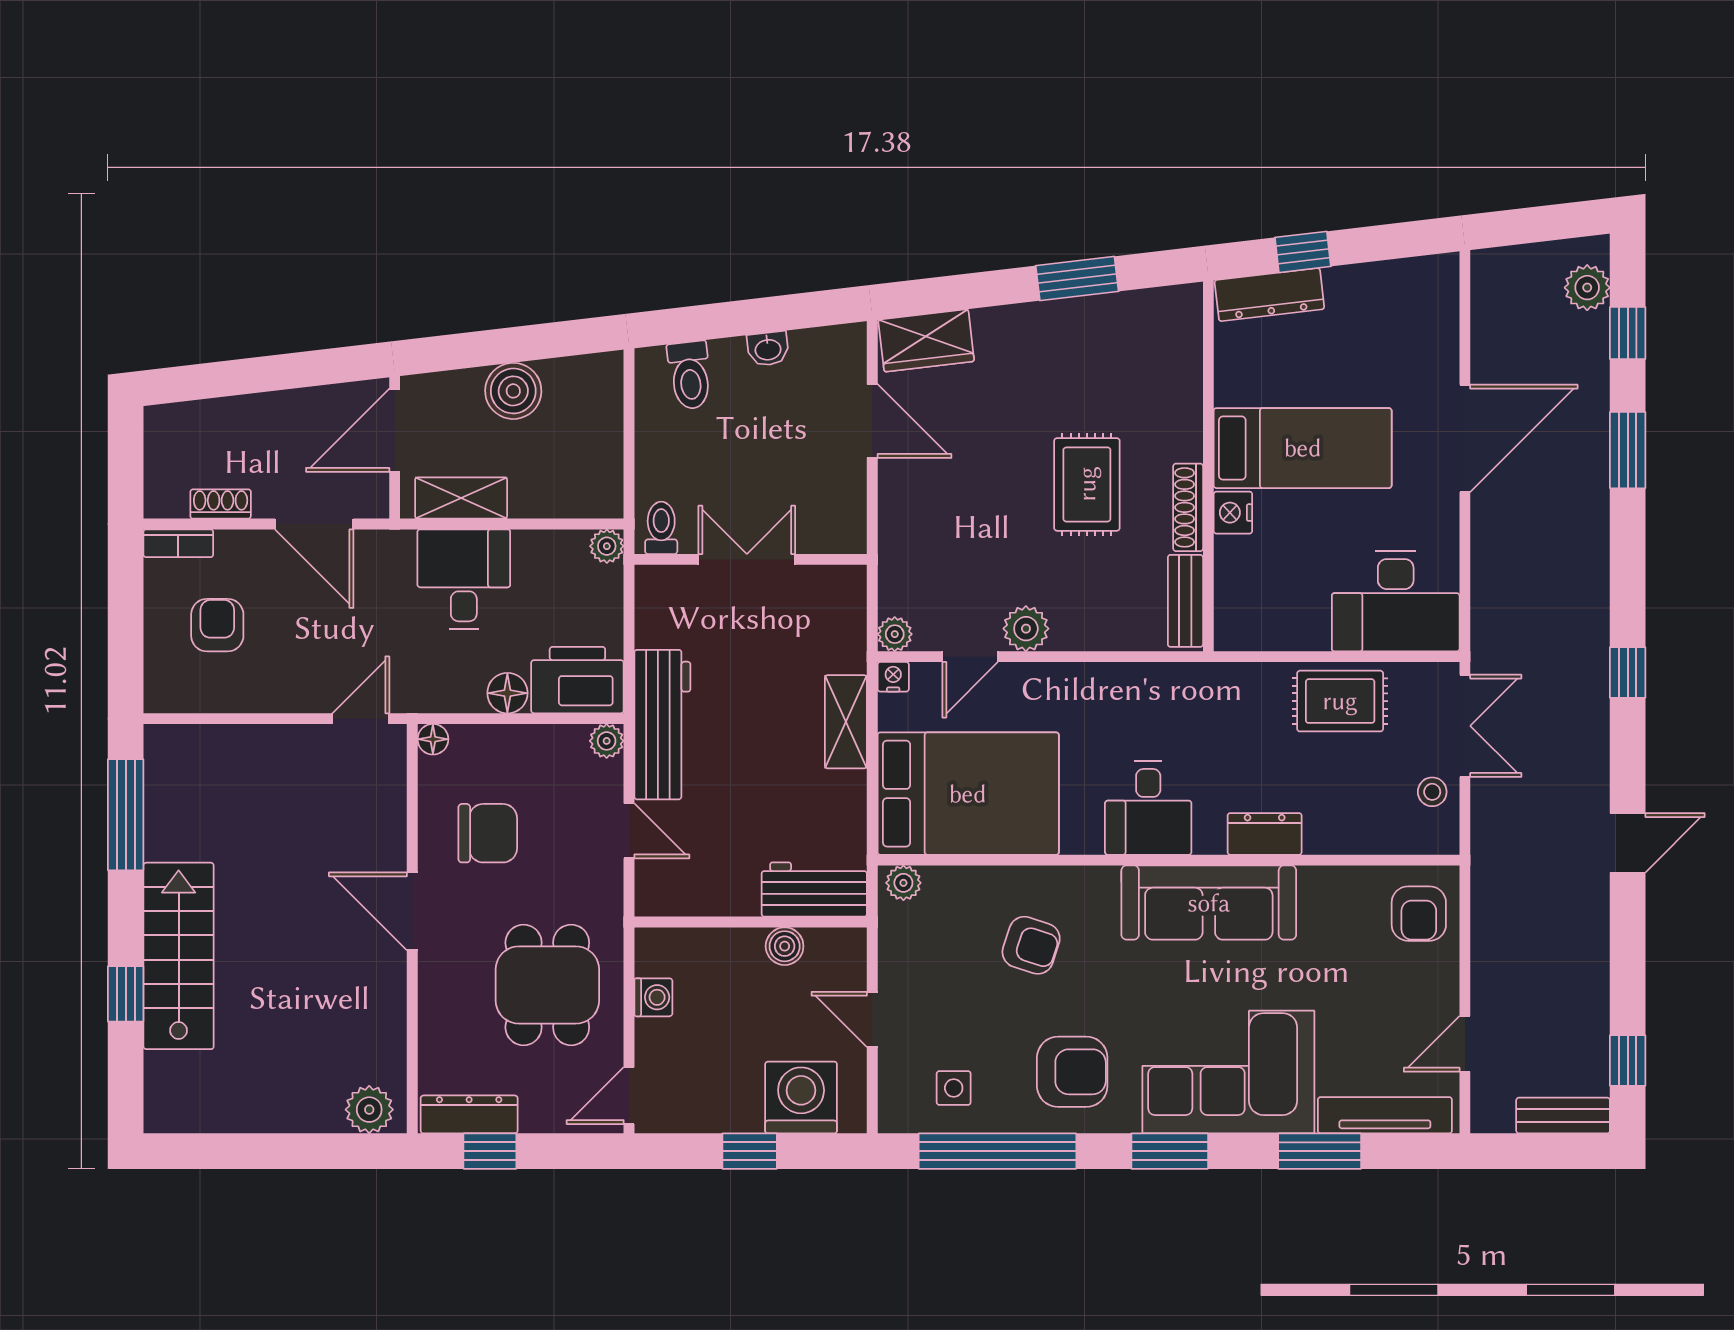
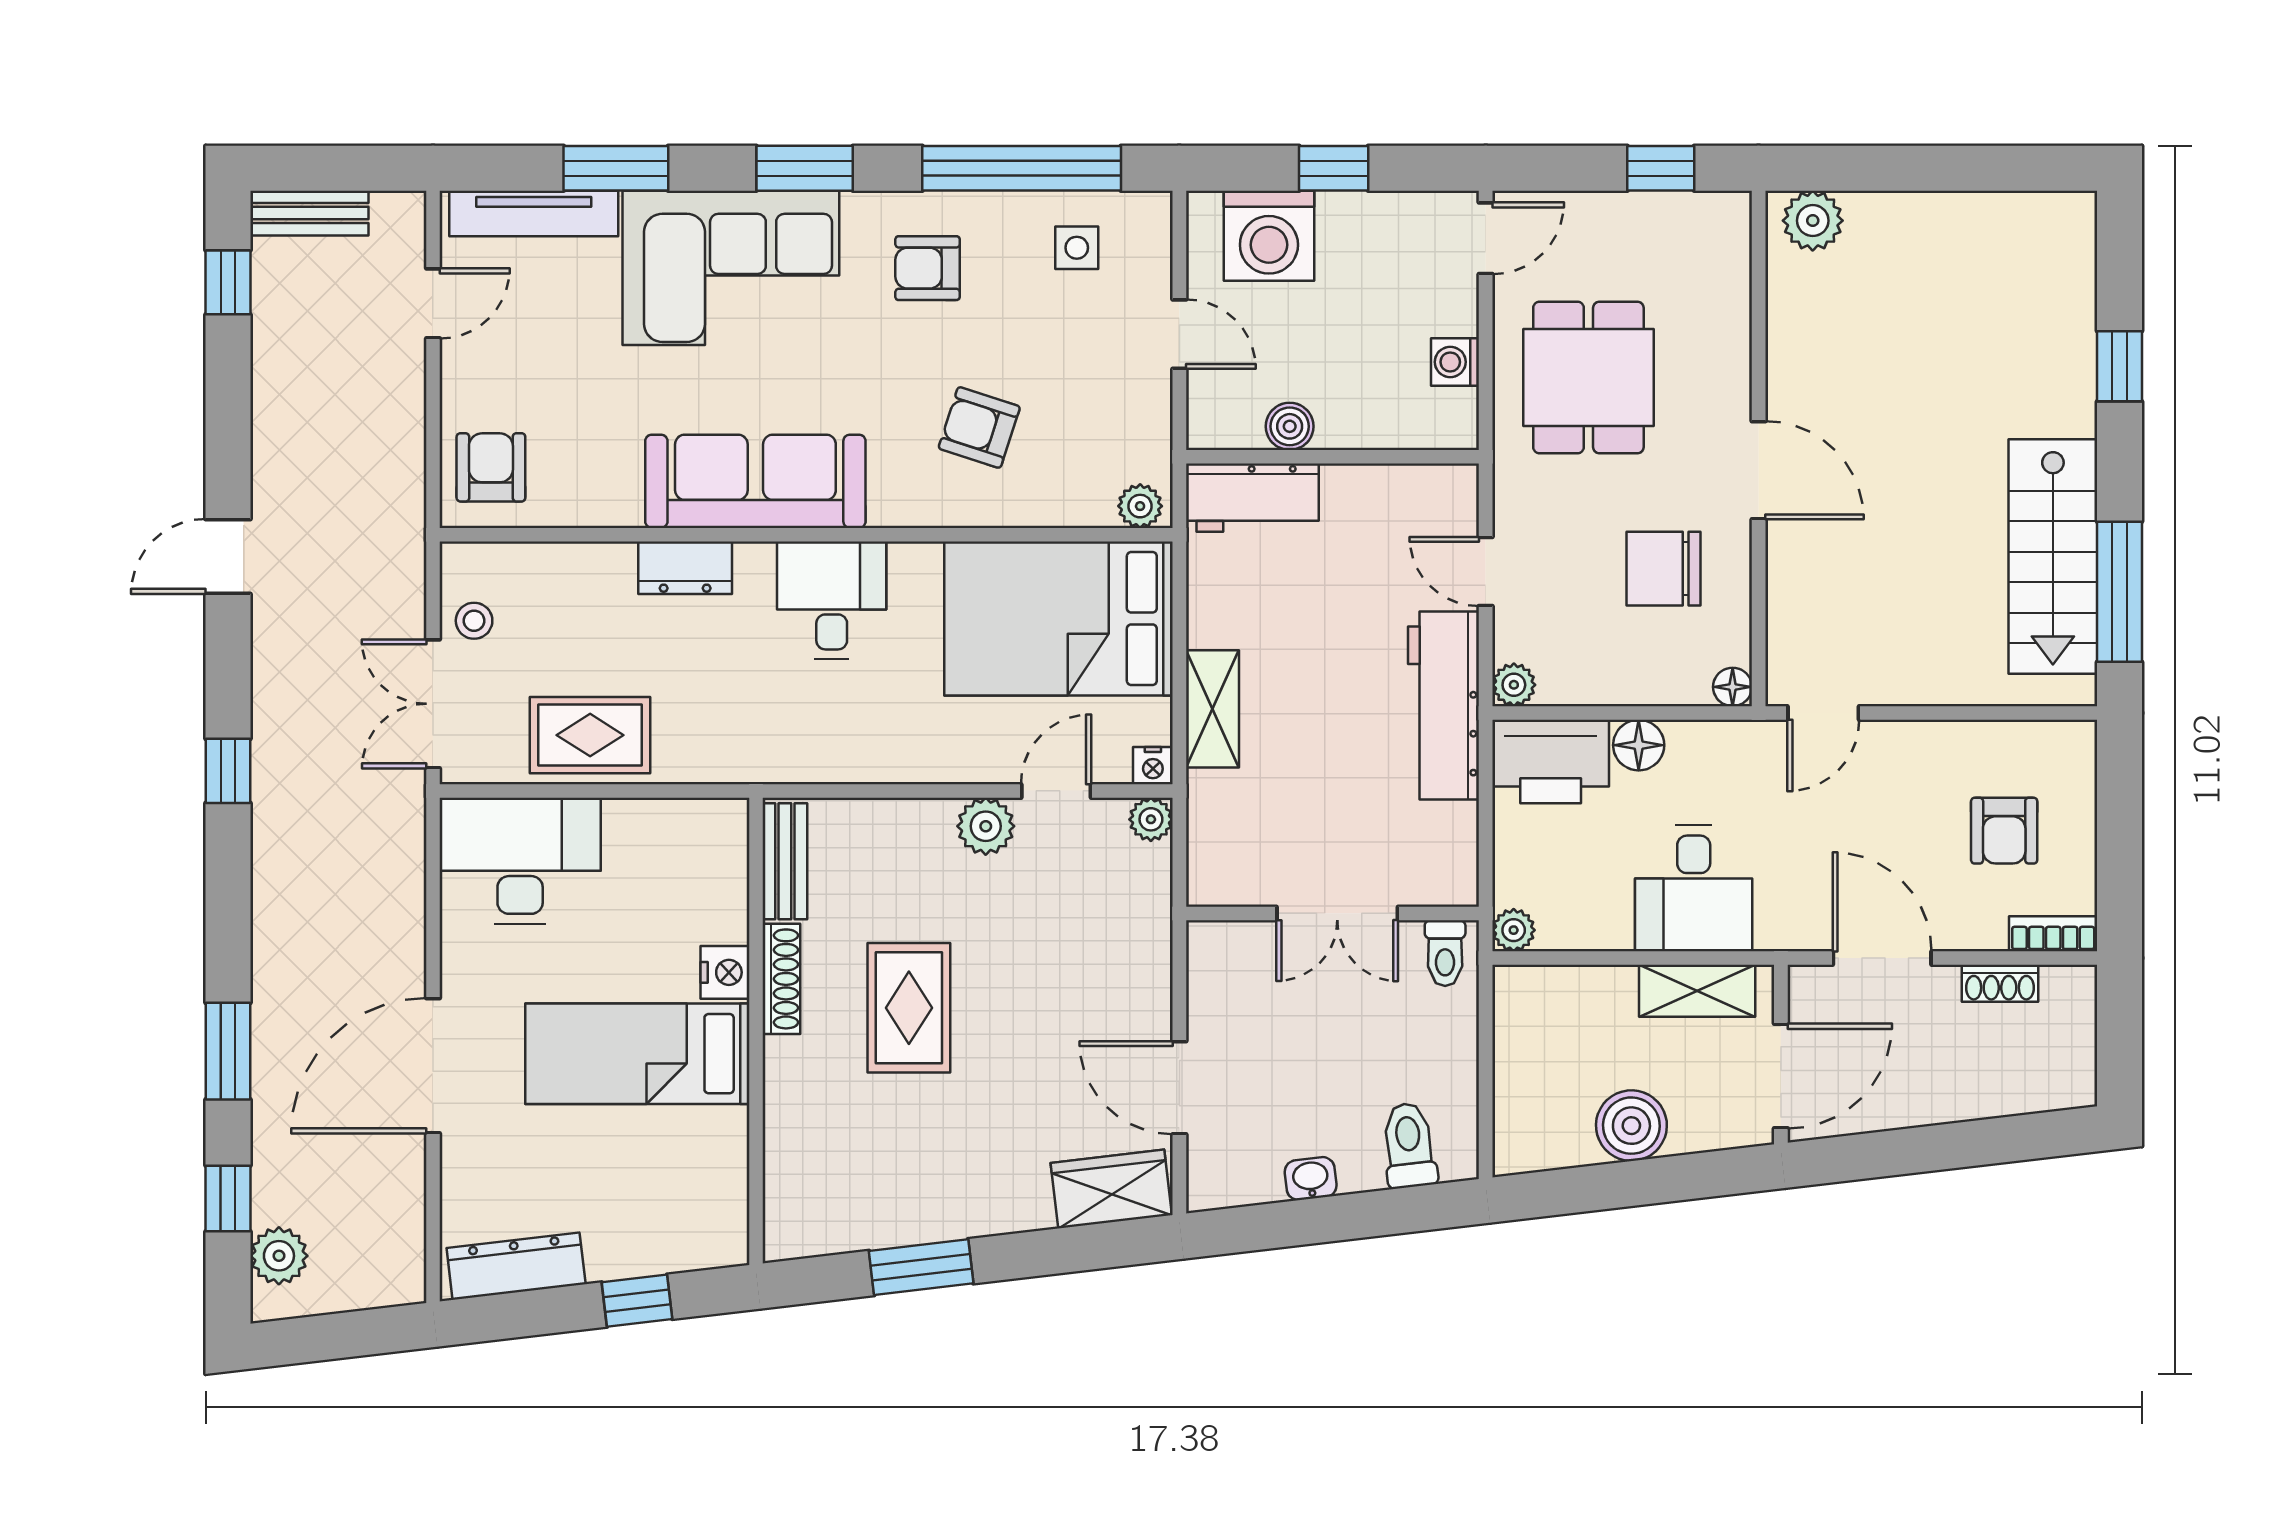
dresser: (1269, 295) -> (516, 1266), moved
stairs: (179, 956) -> (2053, 557), moved
armchair: (1072, 1072) -> (928, 268), width x0.72, depth x0.72
dresser: (469, 1114) -> (1687, 214), removed

